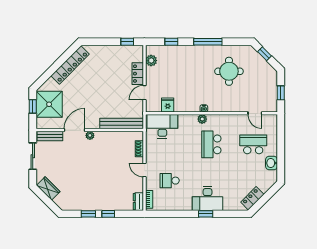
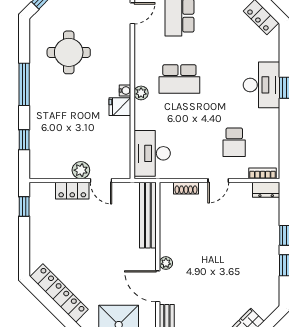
plant: (151, 61) -> (81, 170), moved
fridge: (168, 105) -> (120, 107), moved

